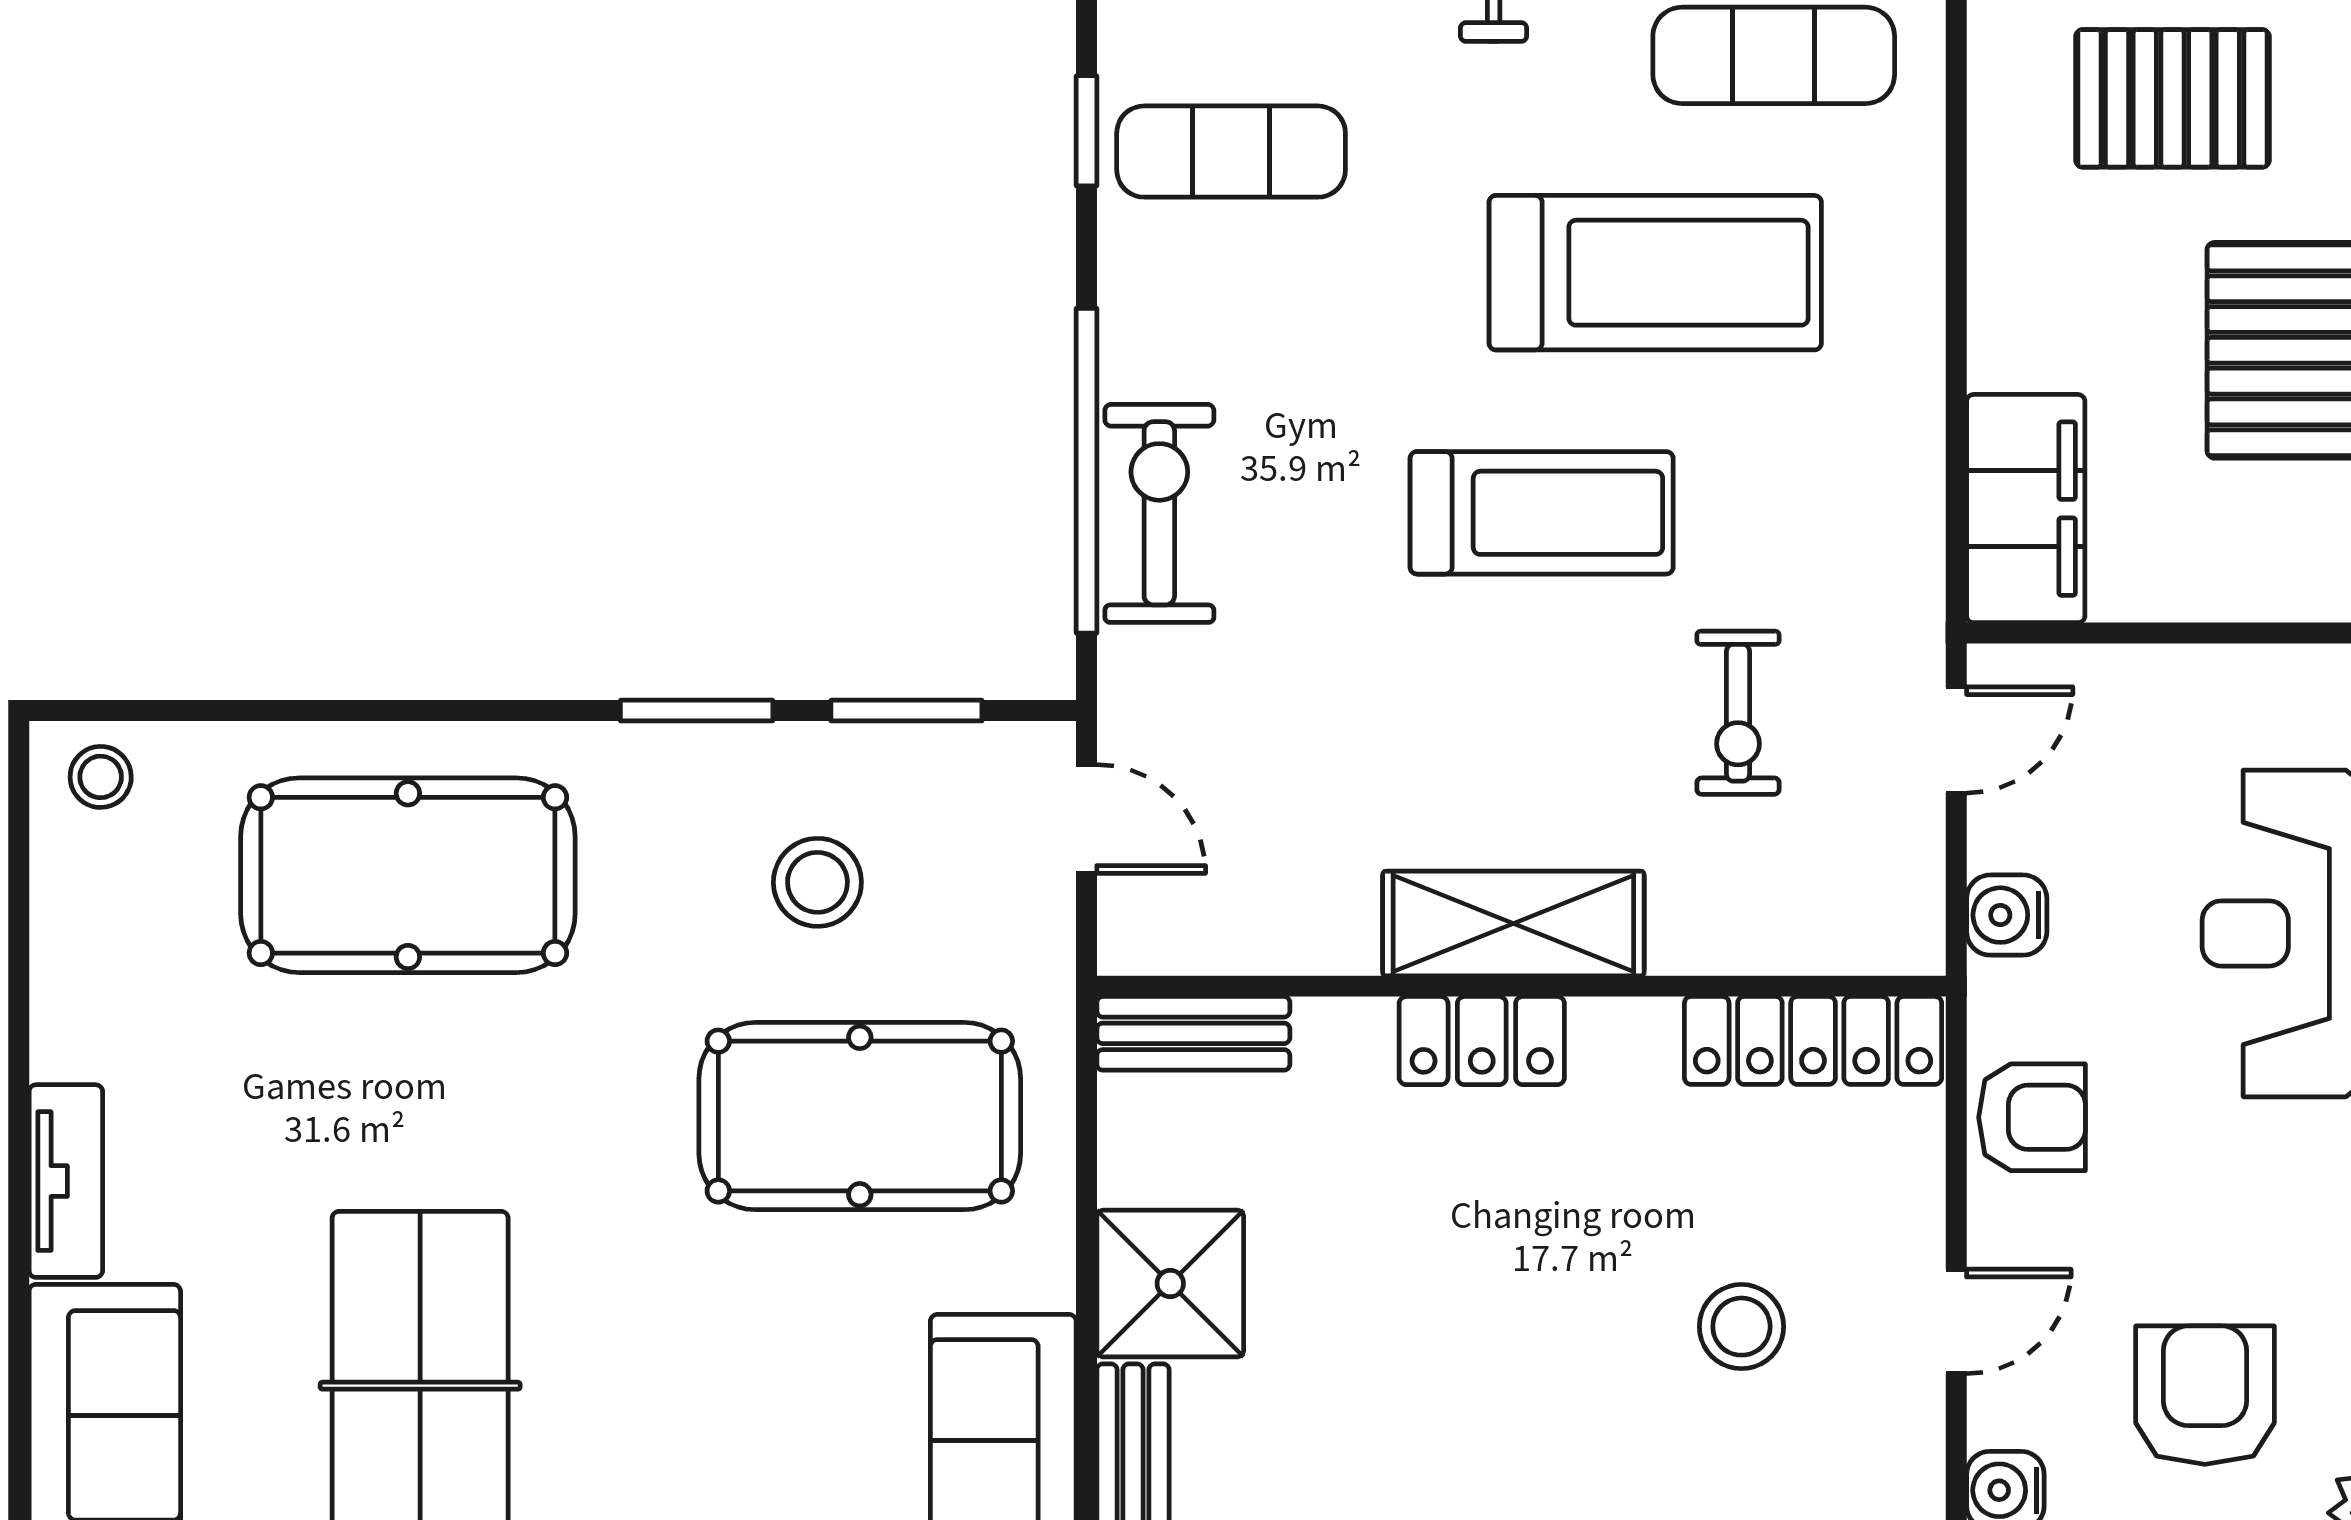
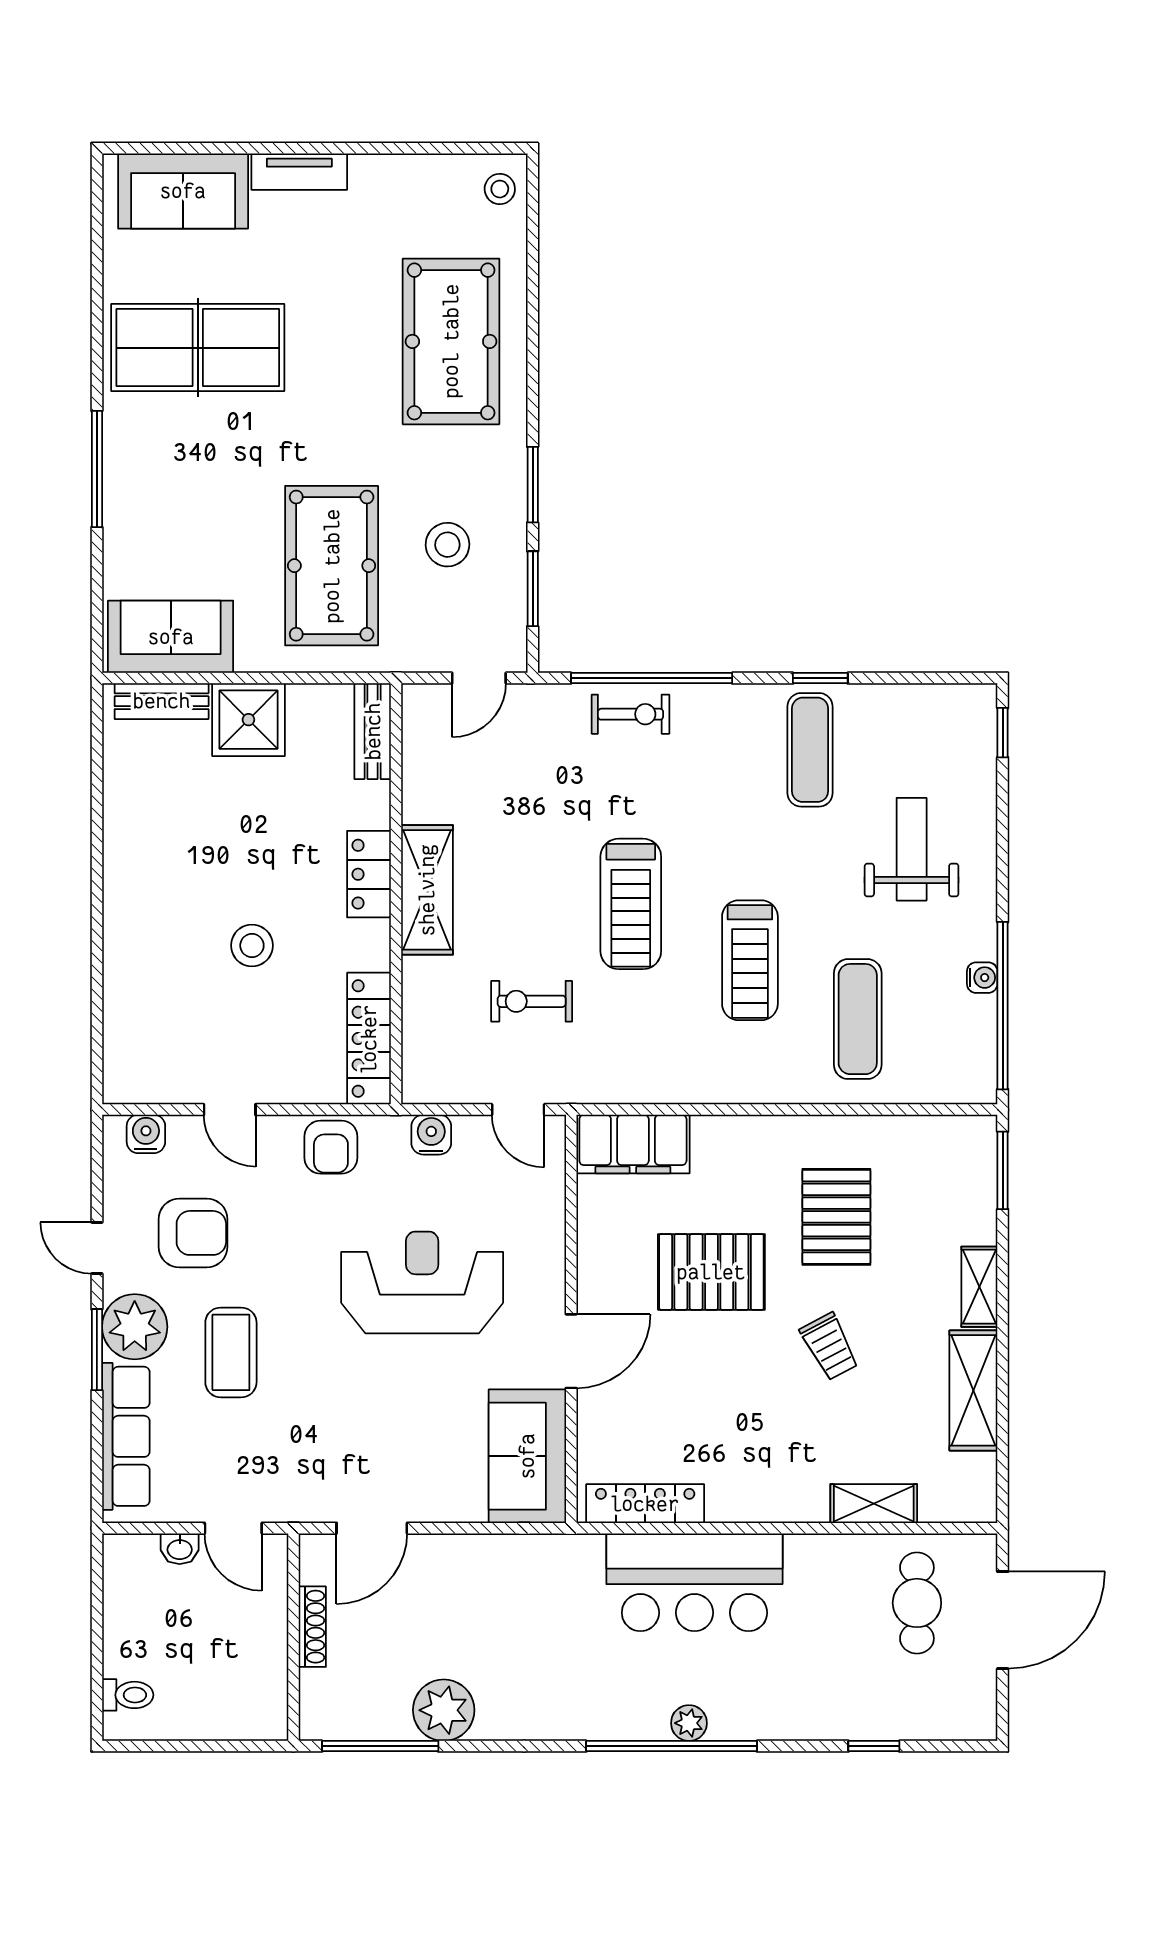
treadmill: (1655, 273) -> (750, 960), width x0.73, depth x0.73
exercise bike: (1159, 513) -> (631, 714), width x0.73, depth x0.72
stool: (1741, 1327) -> (252, 945), moved

